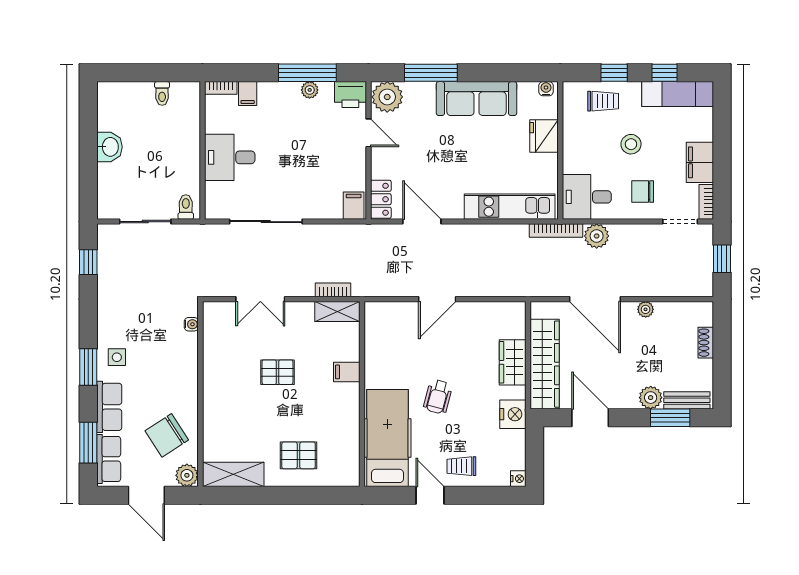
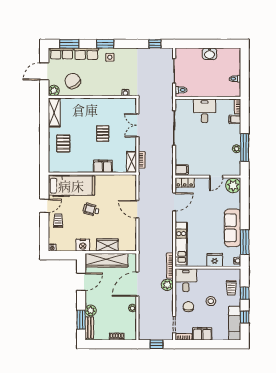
window: (431, 73) -> (245, 242), moved
printer: (350, 95) -> (234, 168), removed
filing cabinet: (347, 372) -> (103, 166), width x2.00

